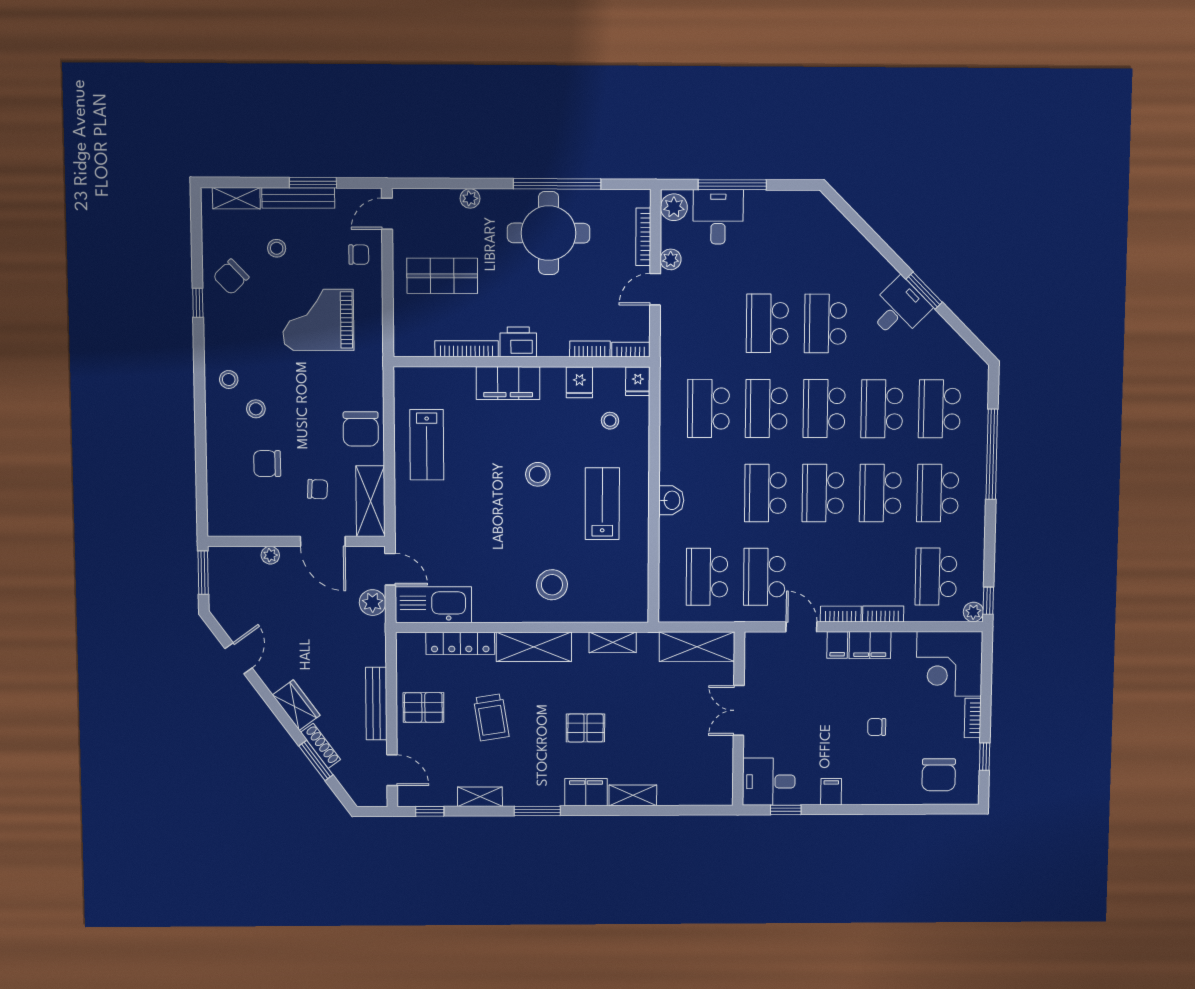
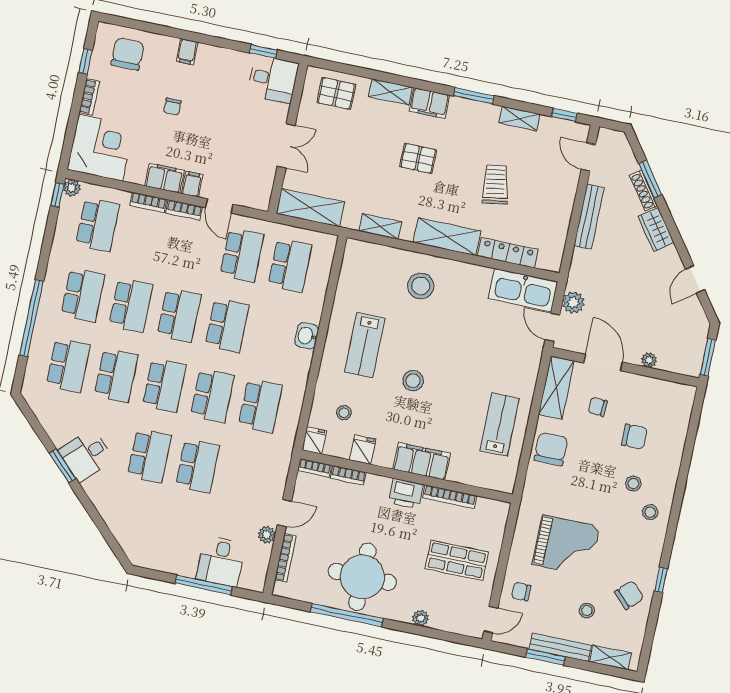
plant: (674, 207) -> (255, 577), removed
pallet: (423, 707) -> (336, 93), moved
chair: (877, 727) -> (172, 107), turned 90
filing cabinet: (831, 792) -> (187, 52), moved

